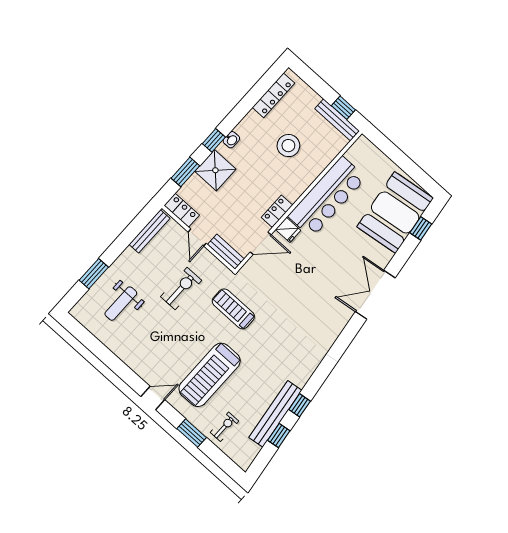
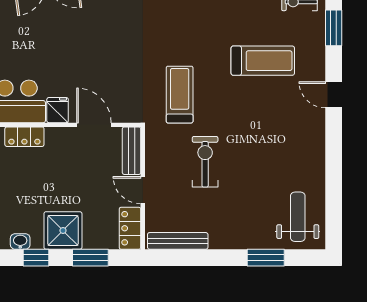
locker: (277, 211) -> (24, 137), moved
door: (197, 238) -> (143, 190), swing flipped
exercise bike: (181, 289) -> (205, 162), turned 90
weight bench: (121, 304) -> (298, 217), moved, turned -90
treadmill: (233, 309) -> (180, 95), turned 180
treadmill: (210, 375) -> (263, 61), width x0.73, depth x0.73

